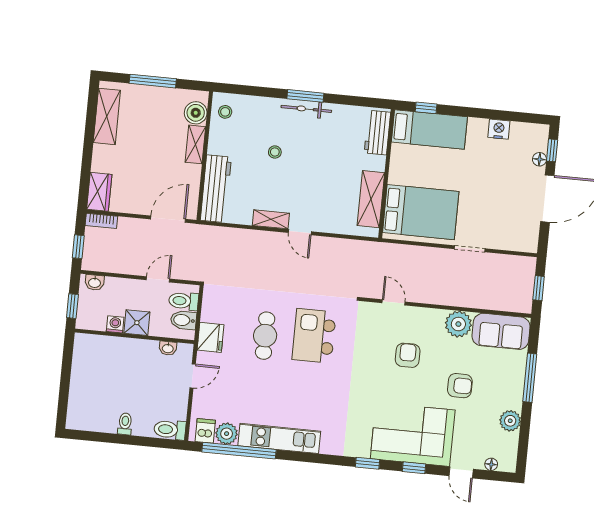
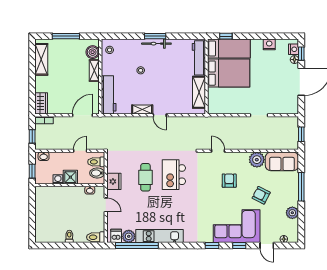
workbench: (377, 133) -> (199, 58), width x1.37
nightstand: (540, 142) -> (294, 49), added
bed: (421, 212) -> (229, 73), moved
door: (193, 376) -> (106, 205), hinge flipped
armchair: (460, 386) -> (261, 195), turned -153

